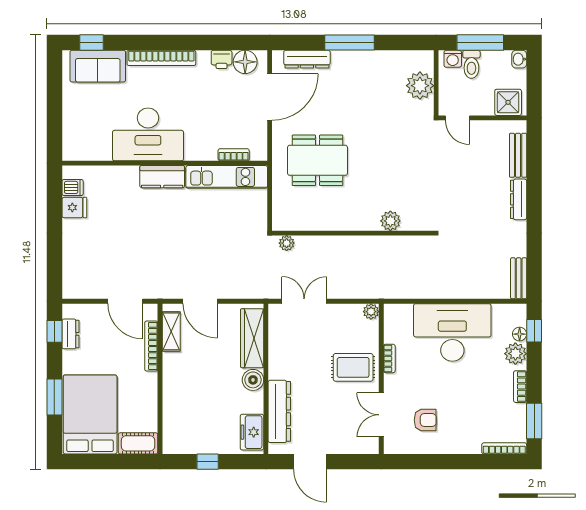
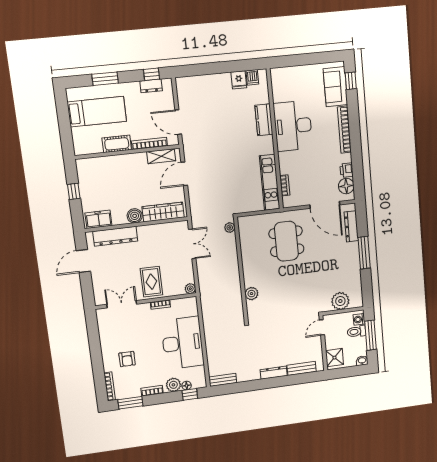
kitchen counter: (162, 177) -> (264, 120), moved
door: (125, 301) -> (178, 122), hinge flipped
bed: (90, 414) -> (97, 112), width x0.67
armchair: (425, 420) -> (127, 359), moved
cot: (138, 443) -> (117, 144), moved, turned 90

